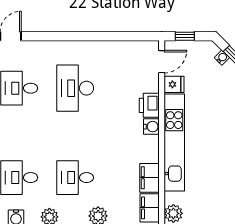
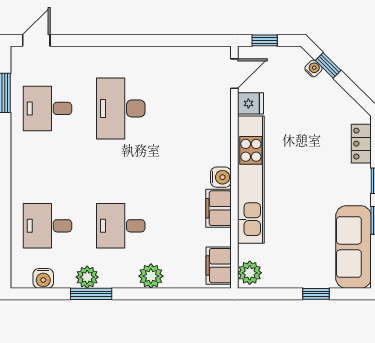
printer: (149, 105) -> (218, 131), removed
water cooler: (151, 127) -> (221, 177), moved
filing cabinet: (150, 178) -> (218, 208), moved

